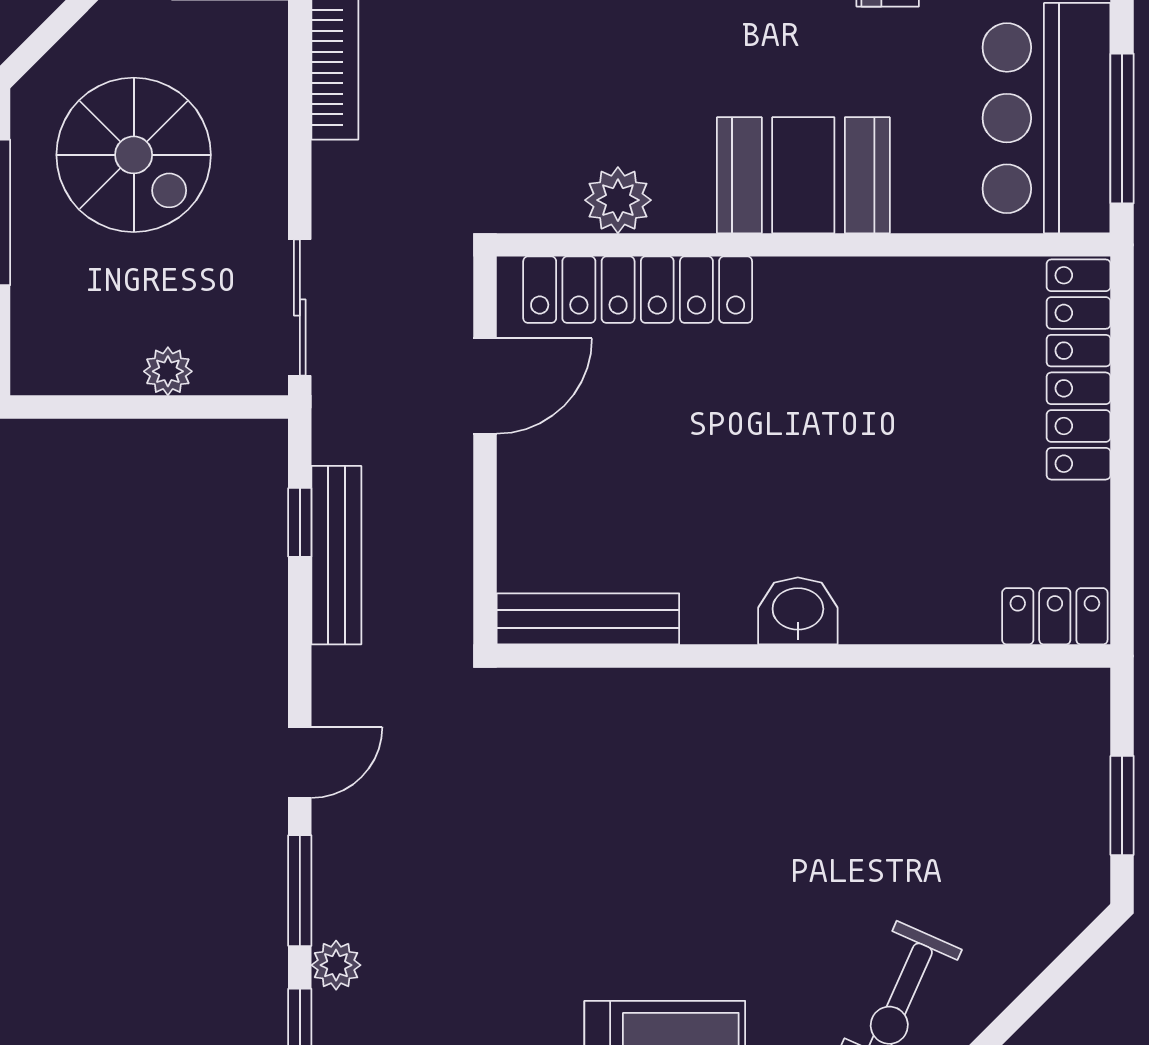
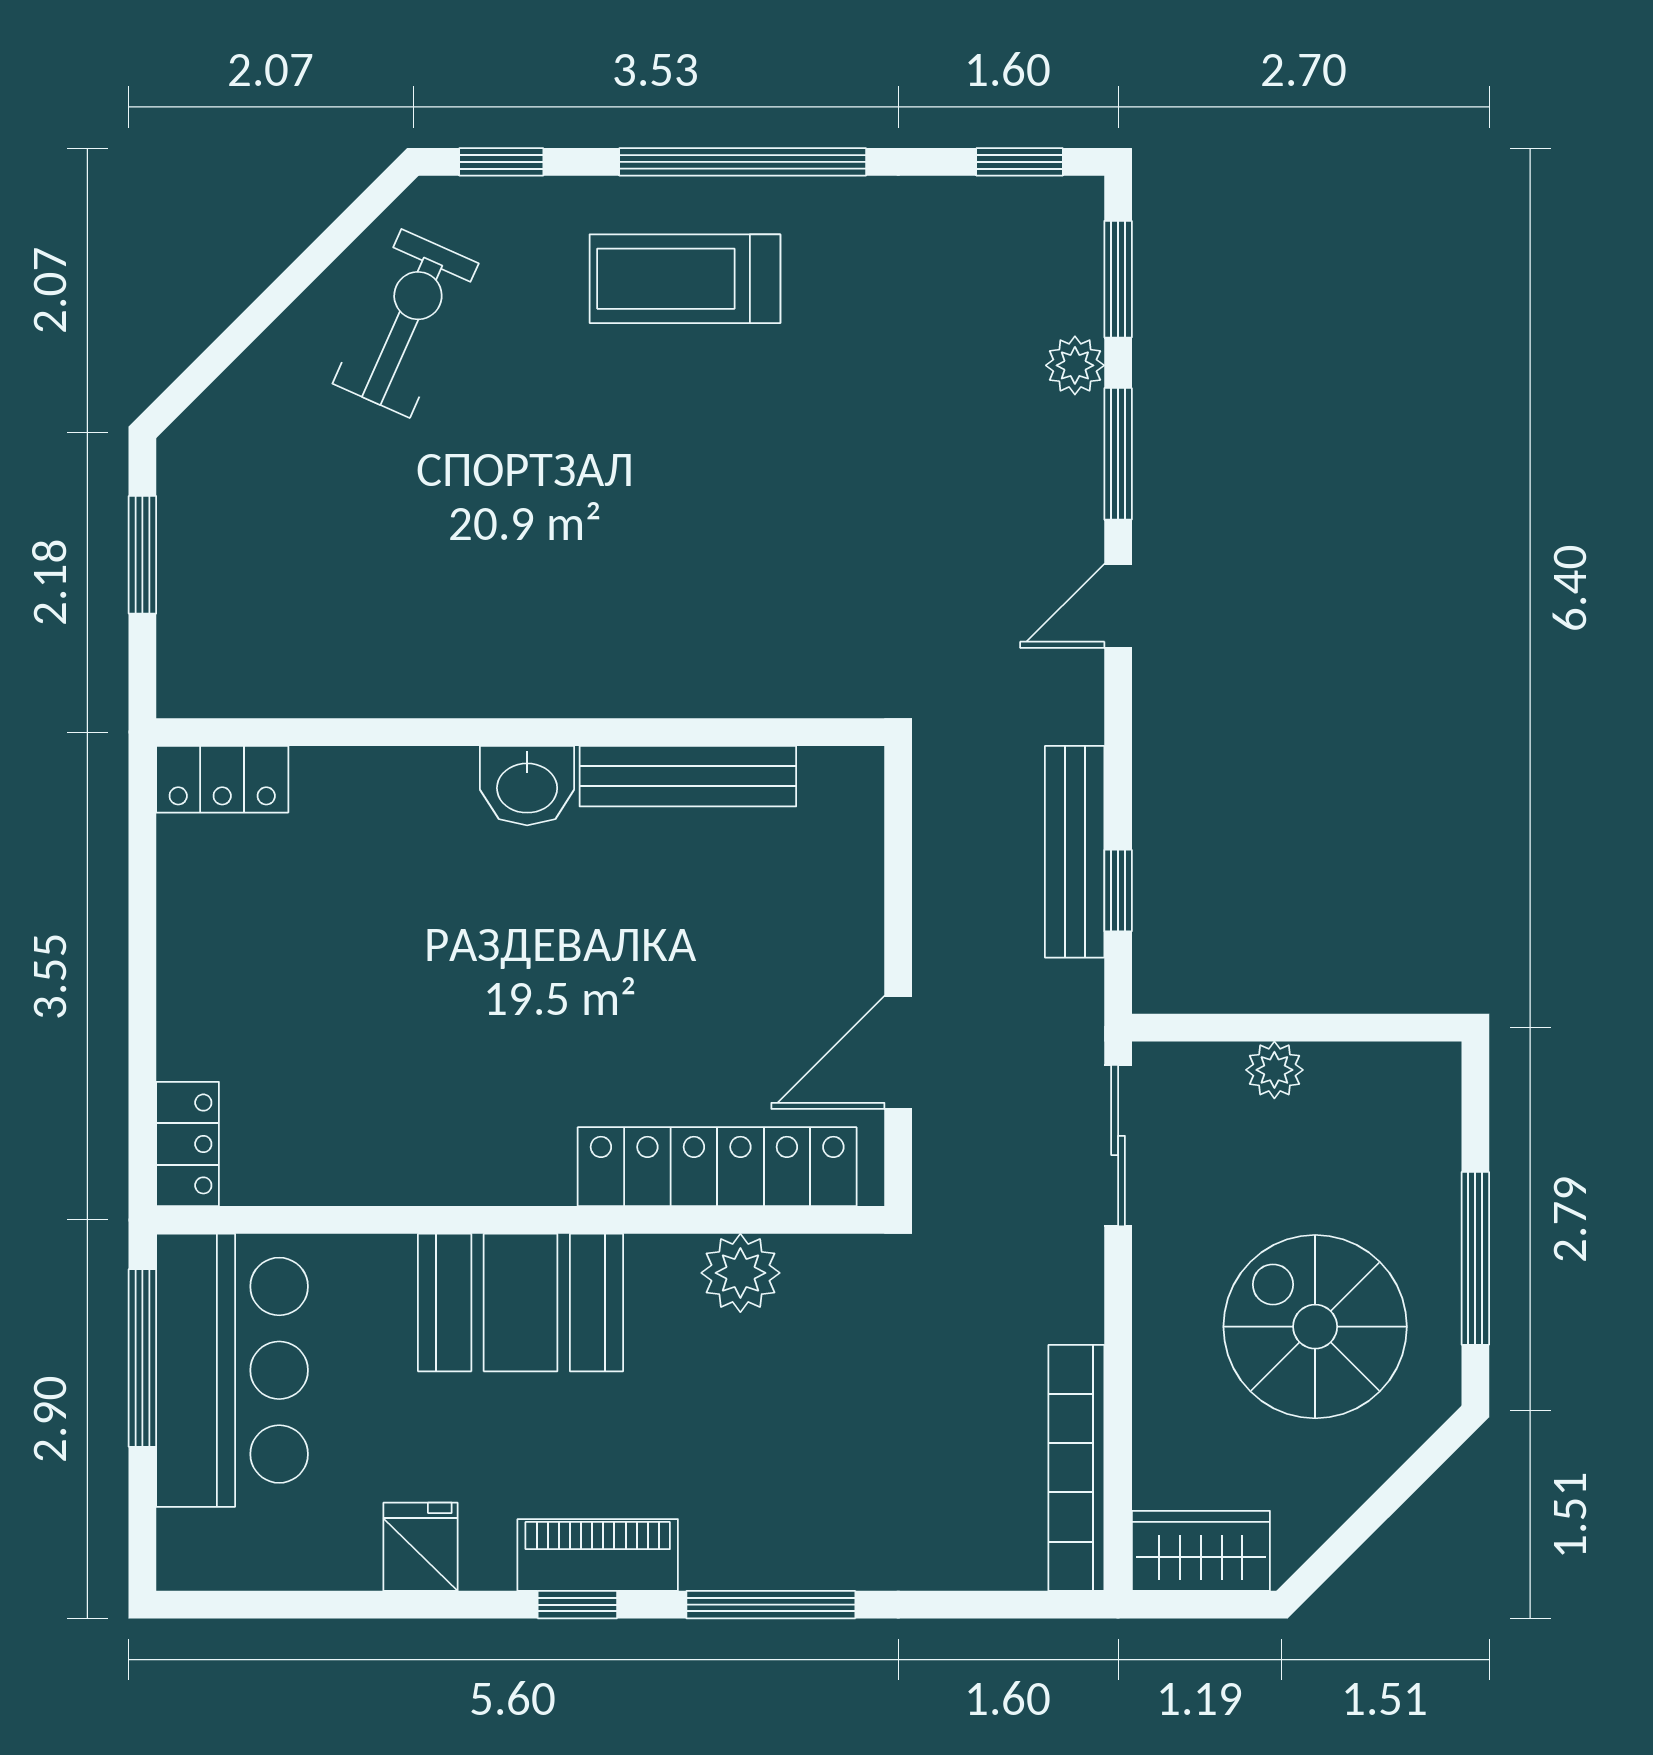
locker: (1079, 369) -> (188, 1144), width x0.46, depth x0.83
bench: (588, 619) -> (688, 776), moved

